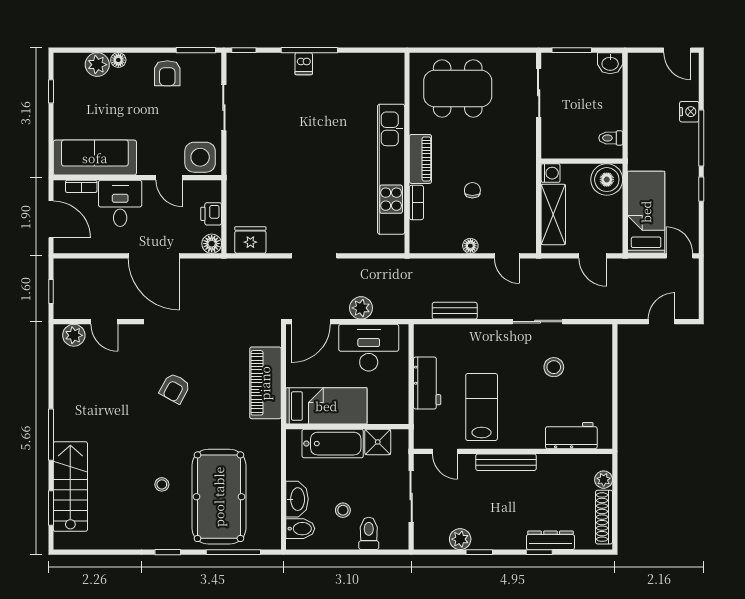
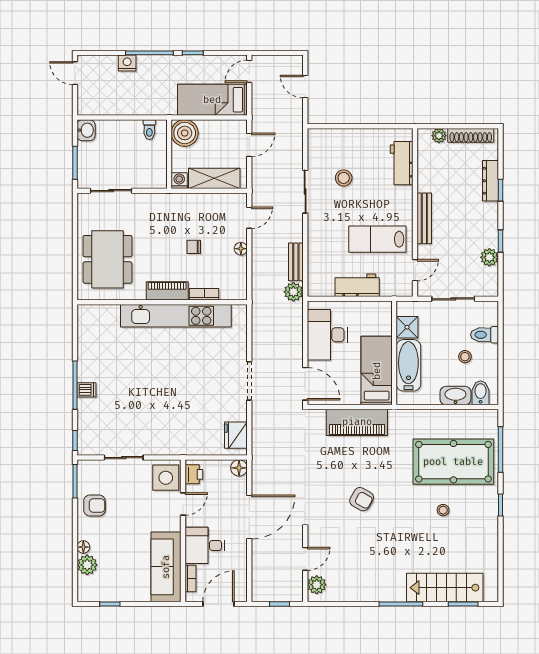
door: (677, 50) -> (75, 73), swing flipped
printer: (211, 214) -> (194, 474), moved, turned -90
plant: (361, 308) -> (293, 292), moved

